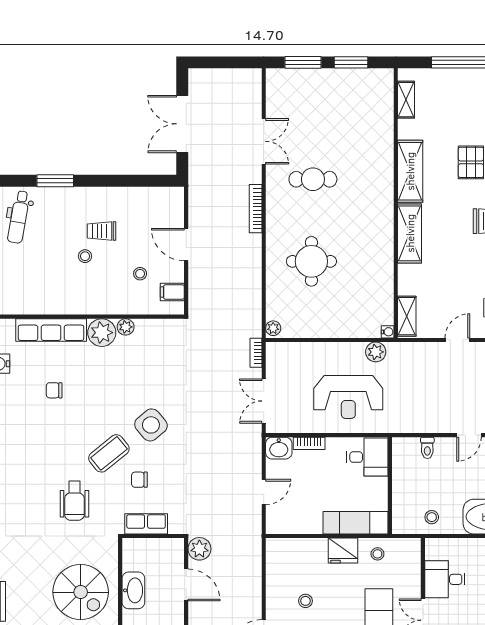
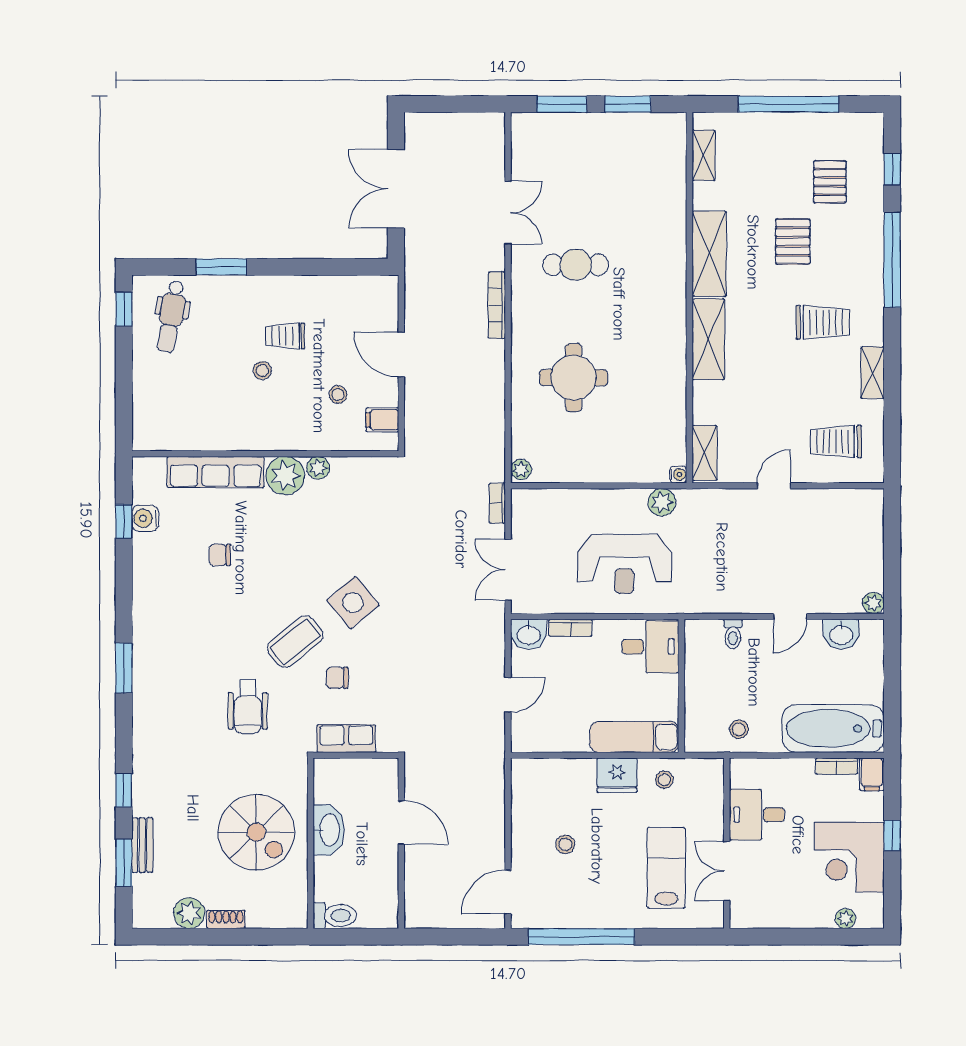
plant: (199, 549) -> (420, 773), removed

